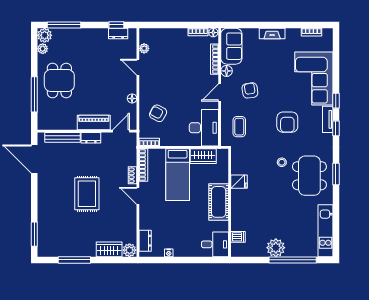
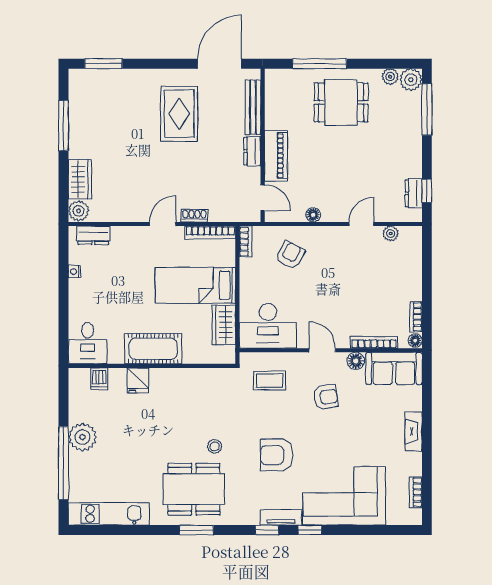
fridge: (239, 182) -> (138, 380), moved
rug: (87, 194) -> (179, 114), moved, turned 90

